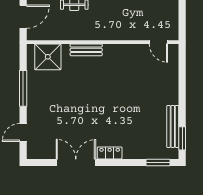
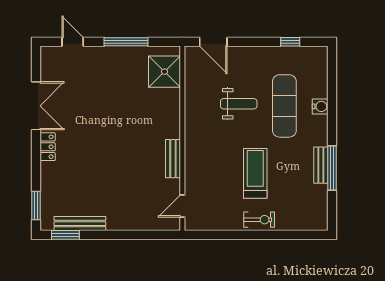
bench: (86, 50) -> (173, 159), moved

